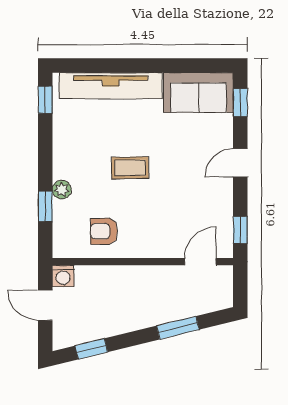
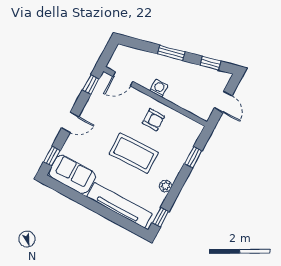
coffee table: (130, 168) -> (134, 153), width x1.86, depth x1.72
plant: (62, 190) -> (165, 186), moved
armchair: (104, 231) -> (153, 120), moved
washing machine: (63, 276) -> (159, 88), moved
window: (178, 328) -> (171, 53), moved

